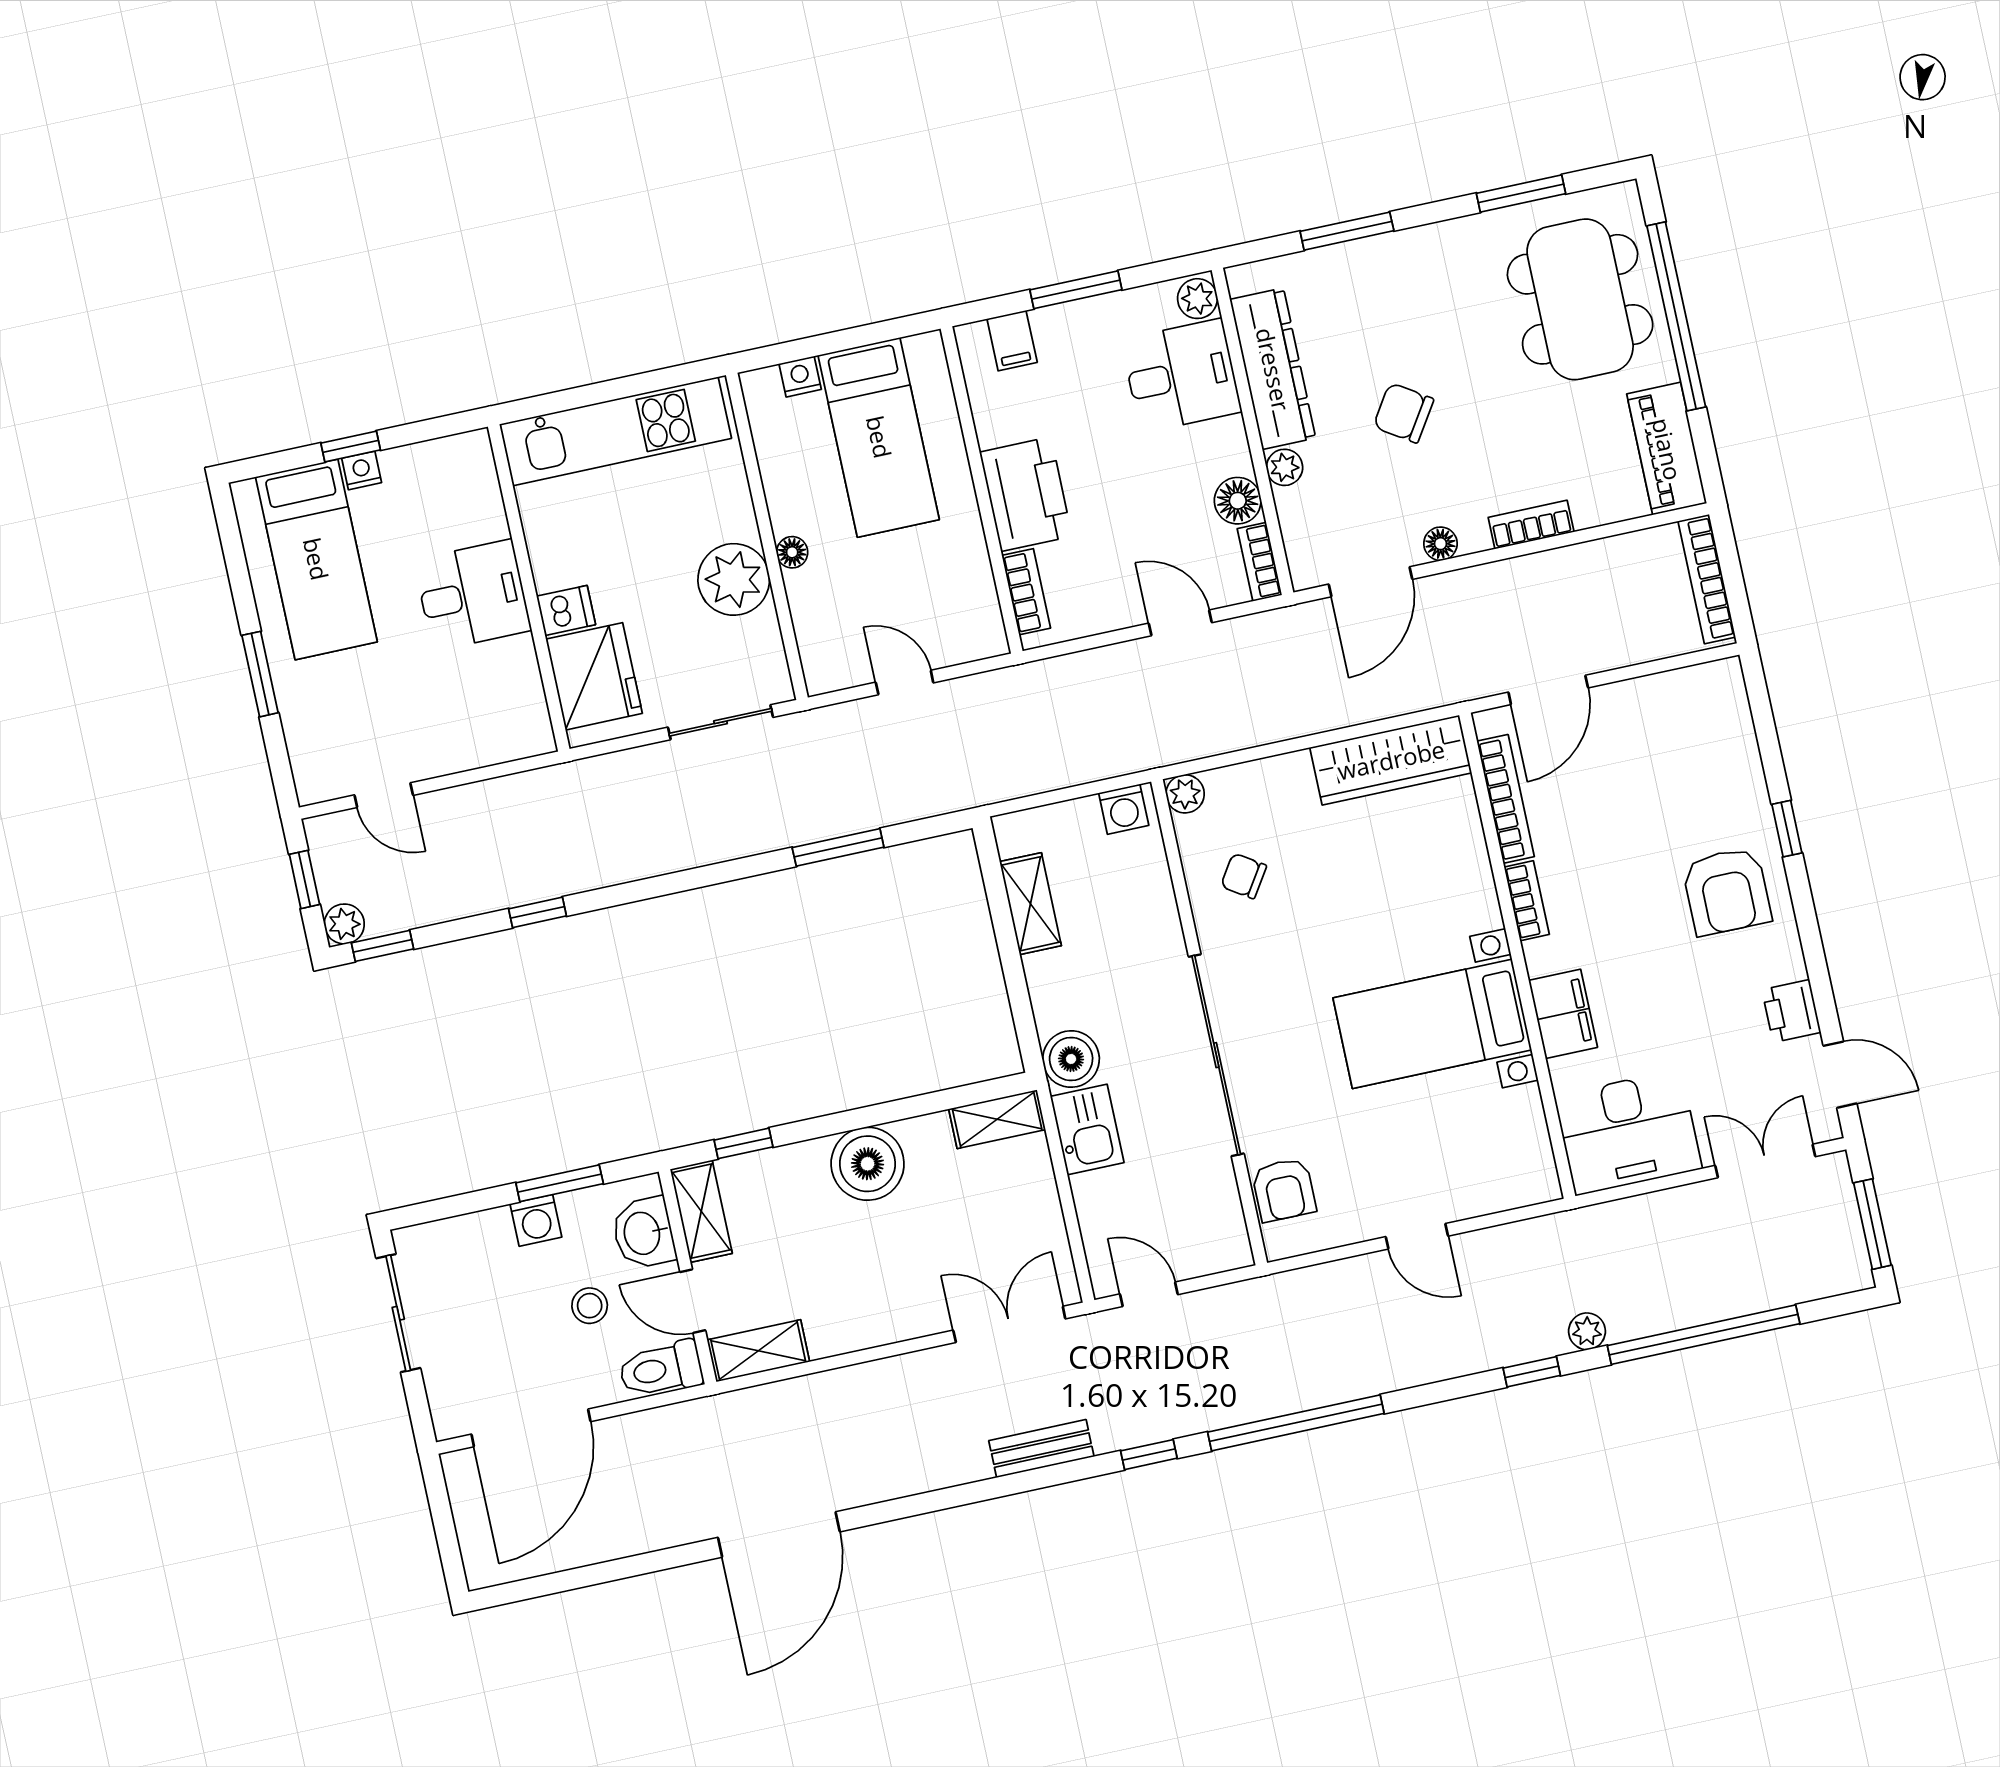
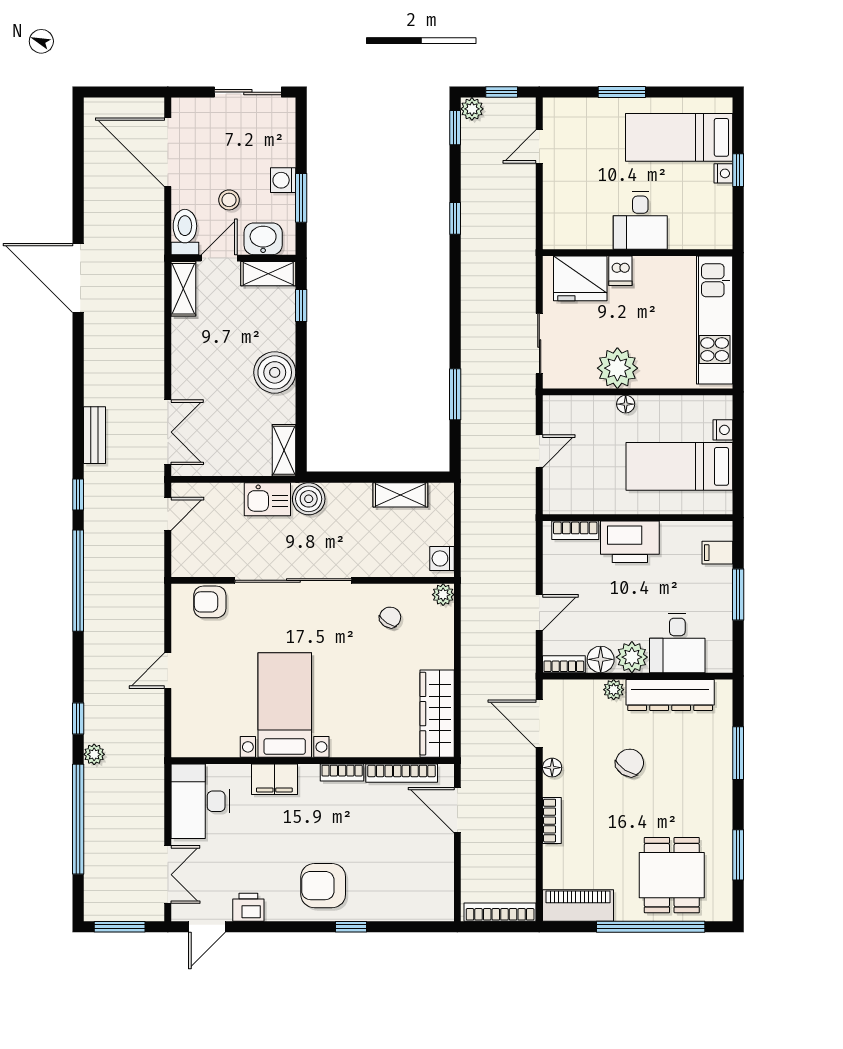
plant: (1197, 299) -> (632, 657), moved, width x1.38, depth x1.38
dining table: (1580, 299) -> (672, 875), width x0.73

